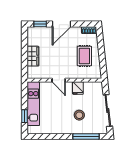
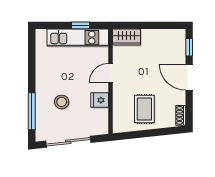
wardrobe: (33, 56) -> (127, 37), moved
rug: (84, 56) -> (144, 109), turned 90
window: (25, 116) -> (80, 25), moved

